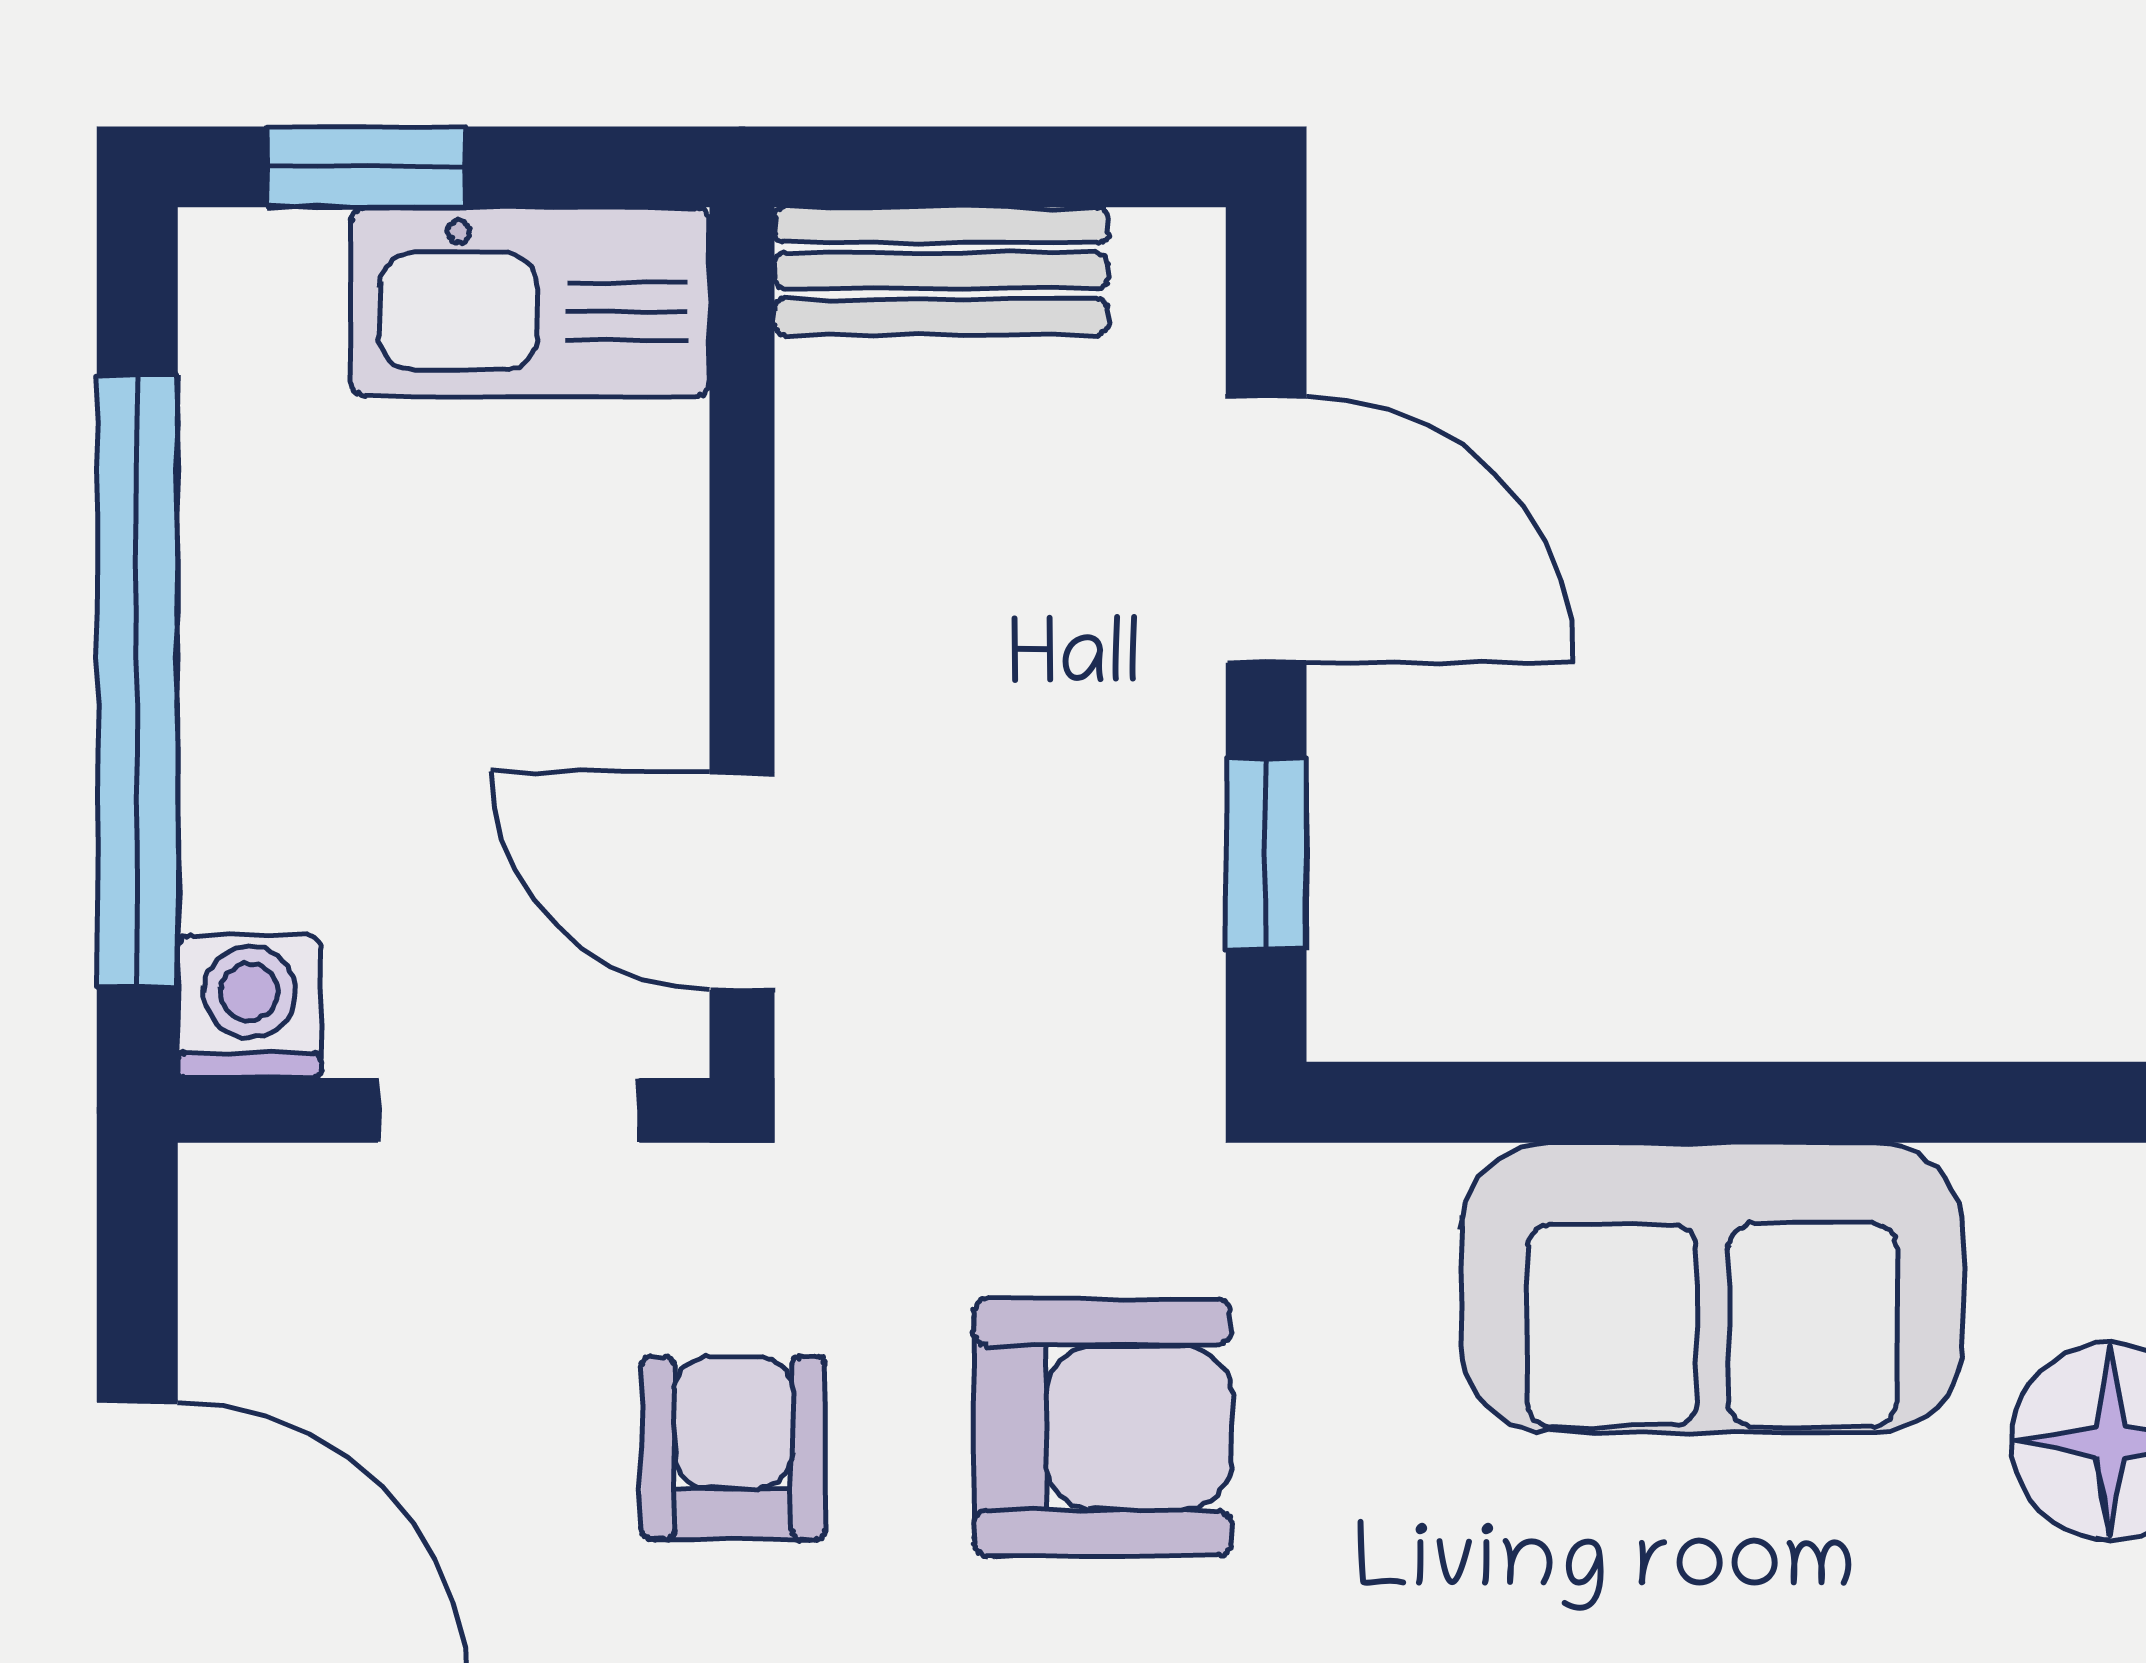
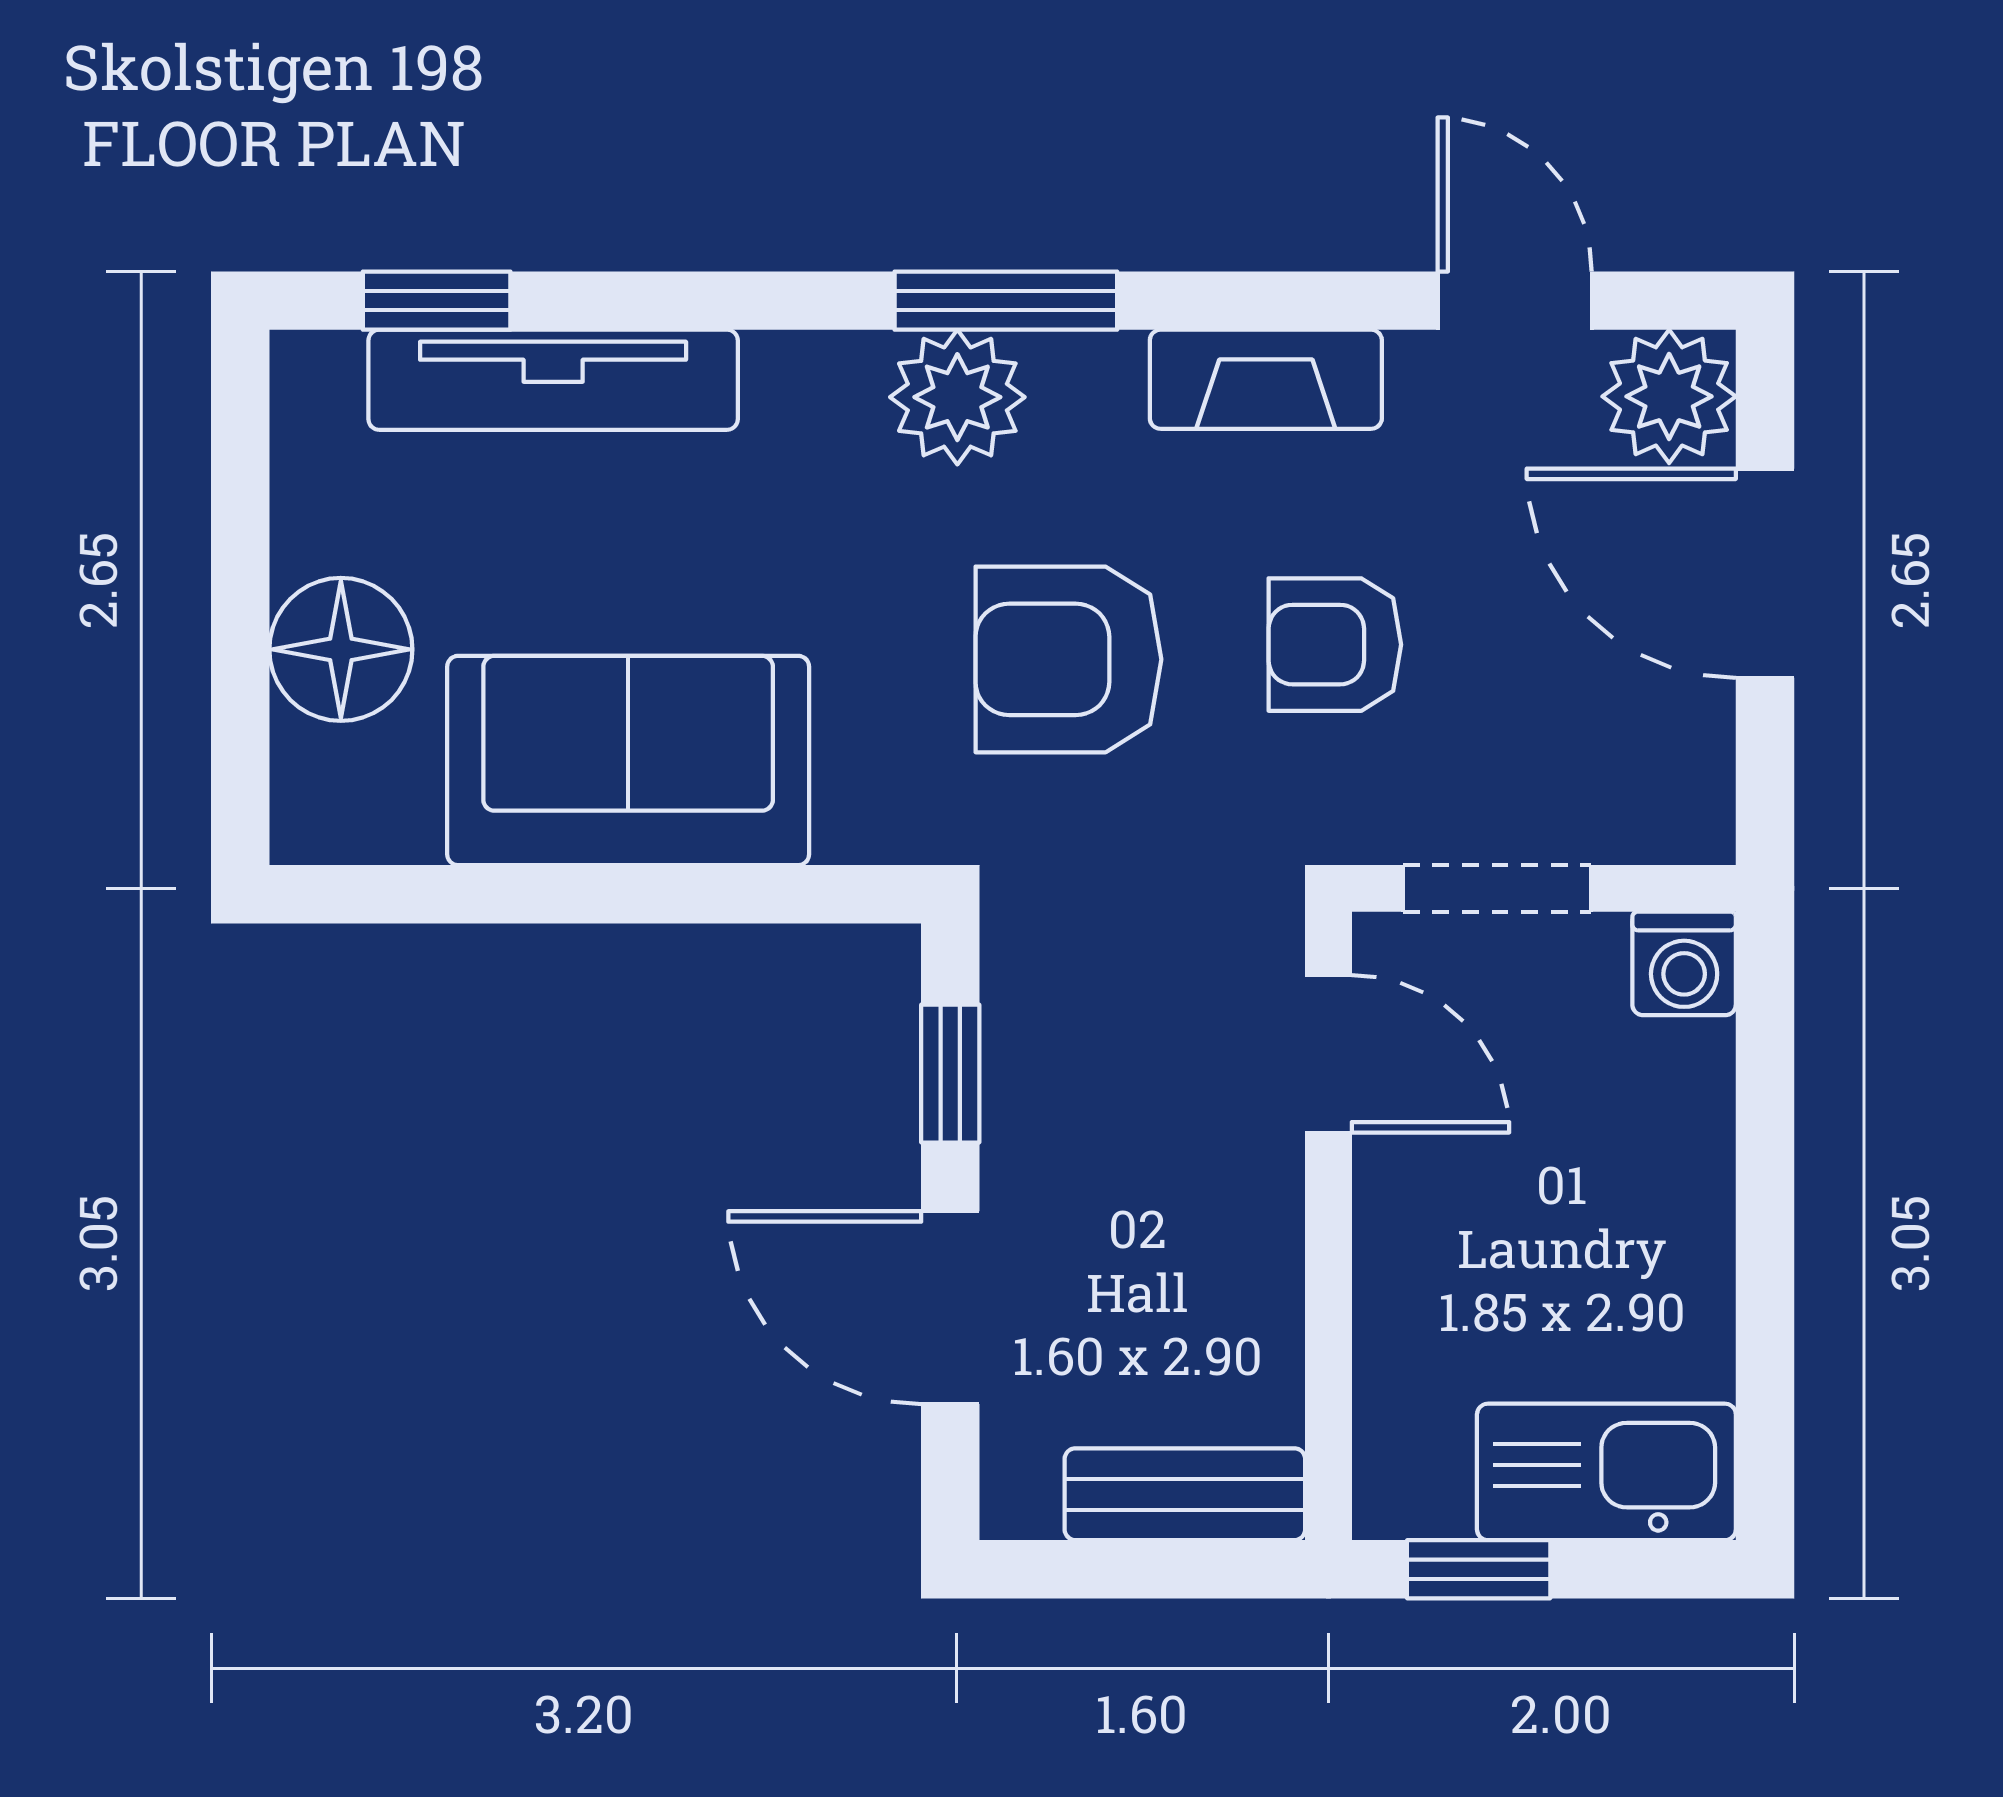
window: (366, 167) -> (1479, 1569), moved
kitchen sink: (530, 302) -> (1606, 1472), moved
window: (137, 681) -> (1765, 1198), removed
armchair: (733, 1448) -> (1335, 645), turned 90

